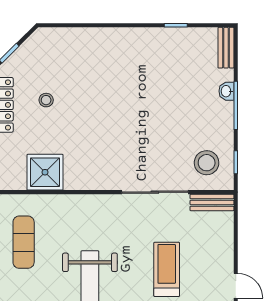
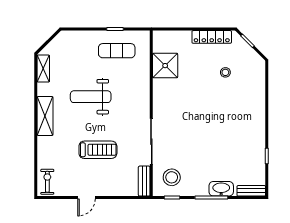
washbasin: (226, 91) -> (221, 189), width x1.91, depth x1.45
stool: (46, 100) -> (225, 72), moved

